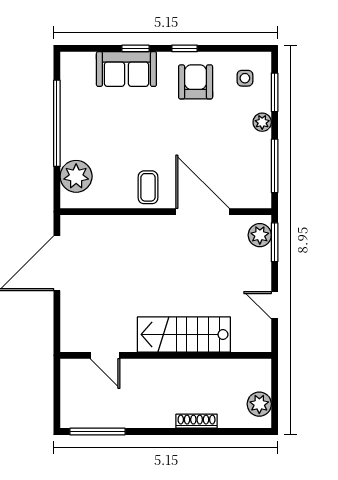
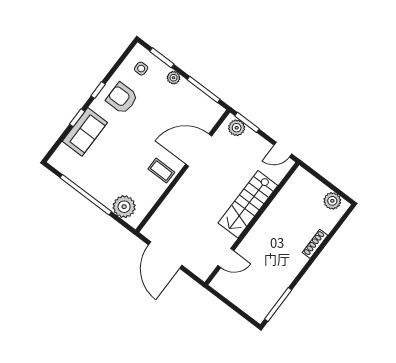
stairs: (184, 334) -> (248, 204), moved
door: (105, 355) -> (226, 258), moved
wall: (166, 355) -> (252, 224), moved

